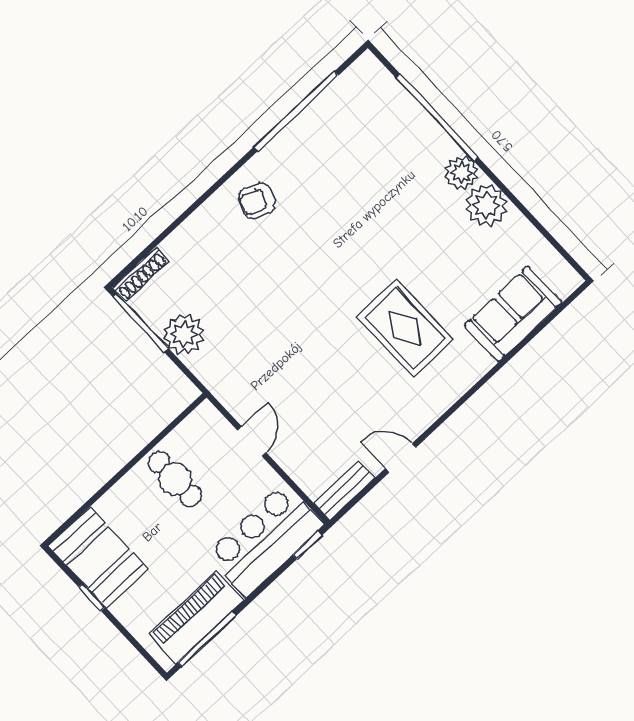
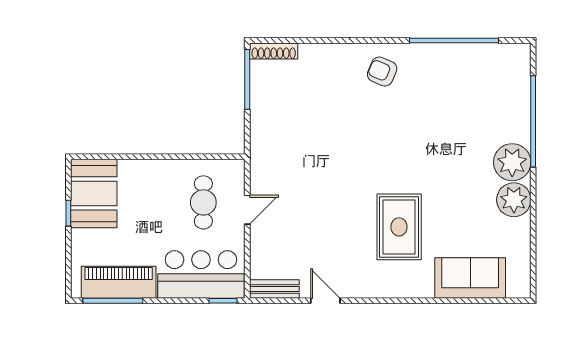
plant: (461, 173) -> (512, 162), width x1.36, depth x1.36
plant: (184, 334) -> (266, 110), removed
cafe table: (175, 479) -> (203, 202), moved

